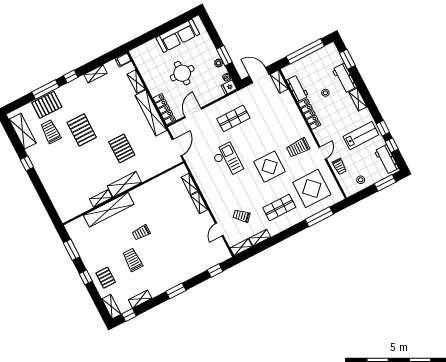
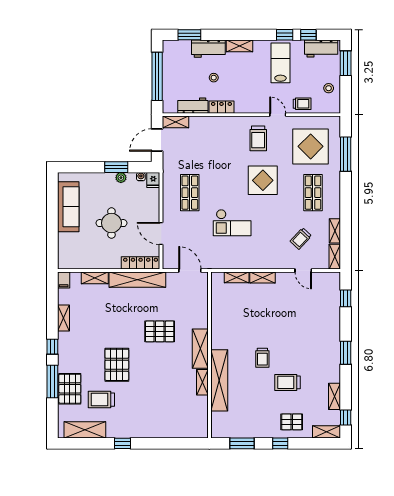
locker: (309, 114) -> (221, 107), width x0.66
pallet: (82, 130) -> (117, 365), turned 90
checkout: (227, 160) -> (232, 223), turned 180

